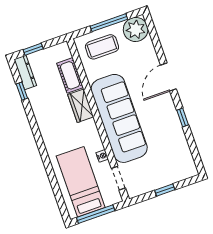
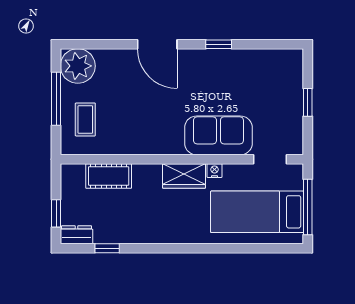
coffee table: (102, 47) -> (85, 119), width x0.73, depth x0.77
dresser: (25, 72) -> (77, 235), width x0.70
wardrobe: (81, 106) -> (184, 176), moved
sofa: (119, 118) -> (218, 135), width x0.54, depth x0.79
nightstand: (102, 156) -> (214, 171), moved

